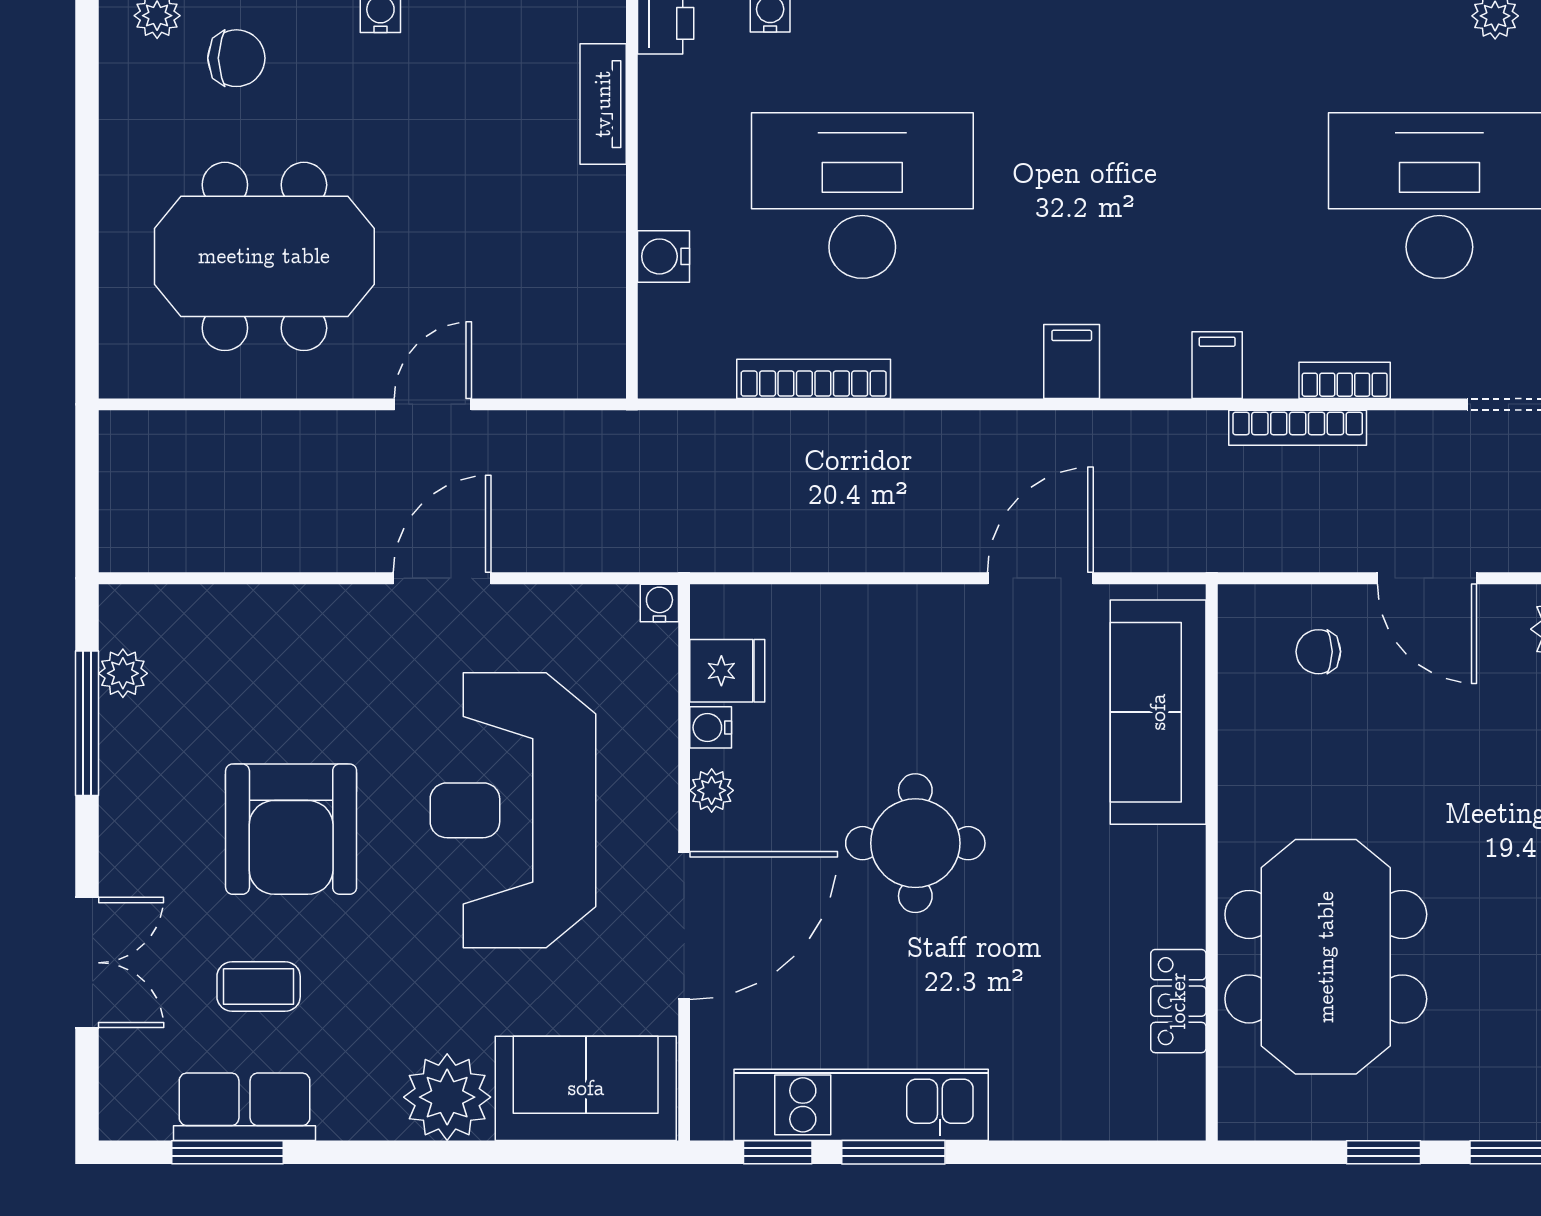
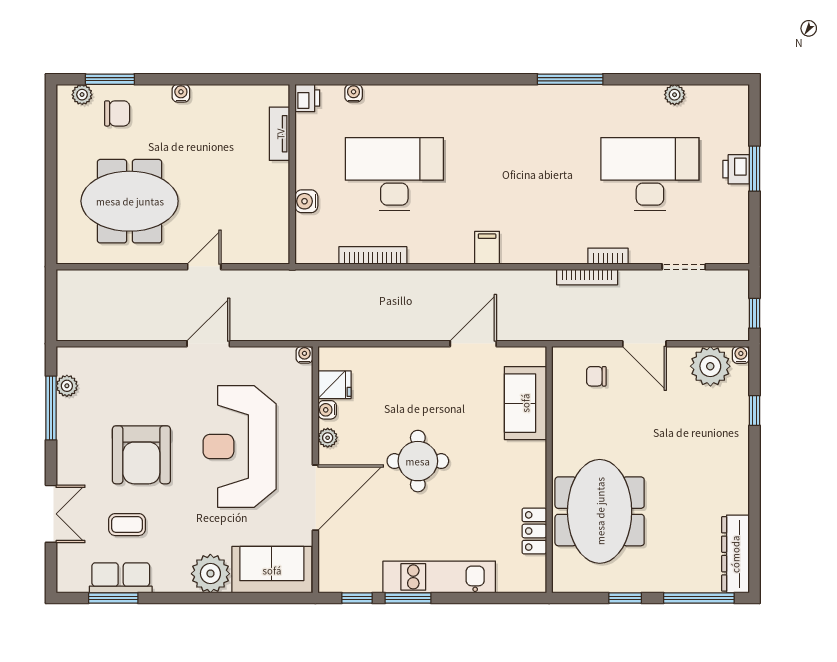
filing cabinet: (1217, 365) -> (551, 249), removed
sofa: (1158, 712) -> (525, 403), width x0.73
kitchen unit: (861, 1105) -> (439, 577), moved

